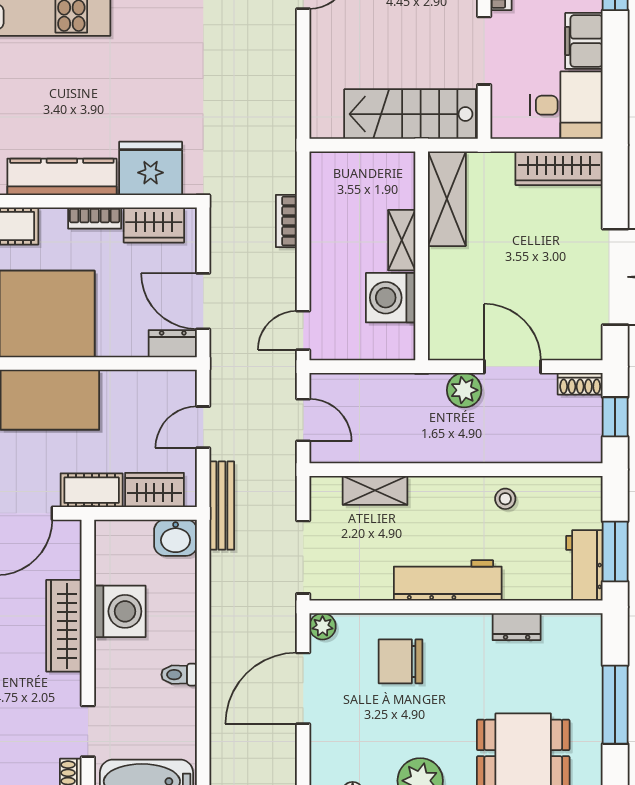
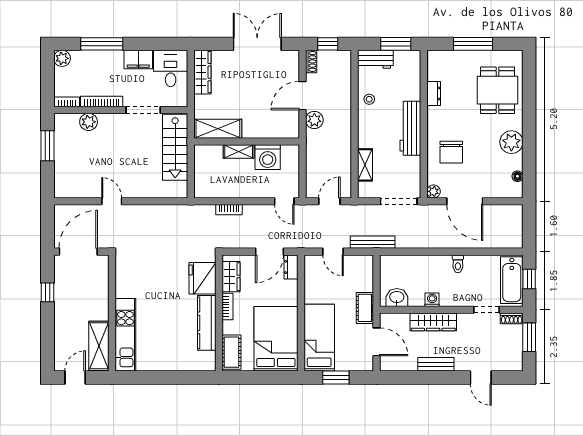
wardrobe: (154, 490) -> (365, 276), removed
washbasin: (176, 538) -> (397, 298), moved, turned -90
workbench: (584, 565) -> (375, 59), moved
washing machine: (120, 611) -> (432, 300), width x0.53, depth x0.53

